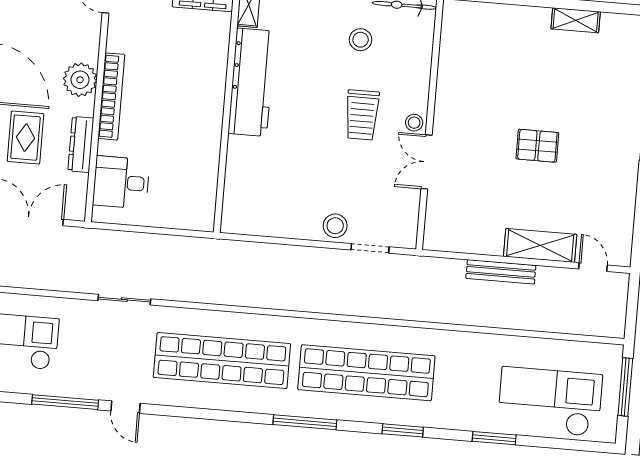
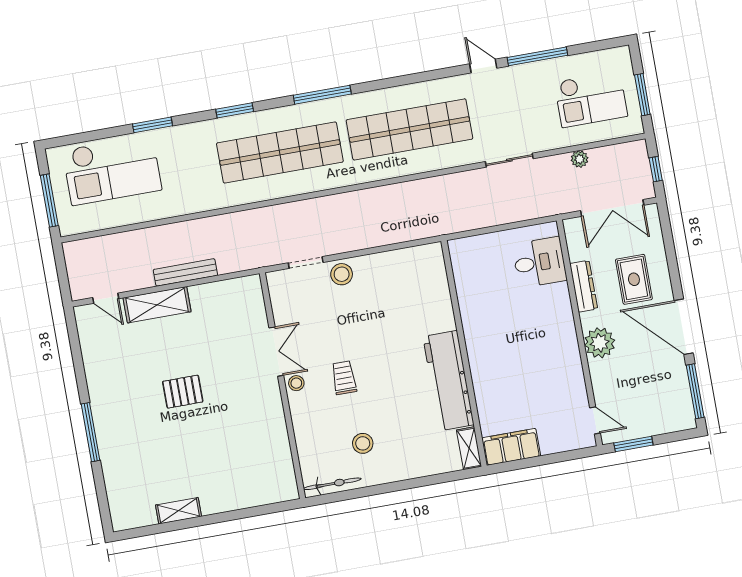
bookcase: (111, 96) -> (568, 335), removed
trolley: (362, 115) -> (344, 378), width x0.73, depth x0.72
plant: (49, 281) -> (580, 159), added

